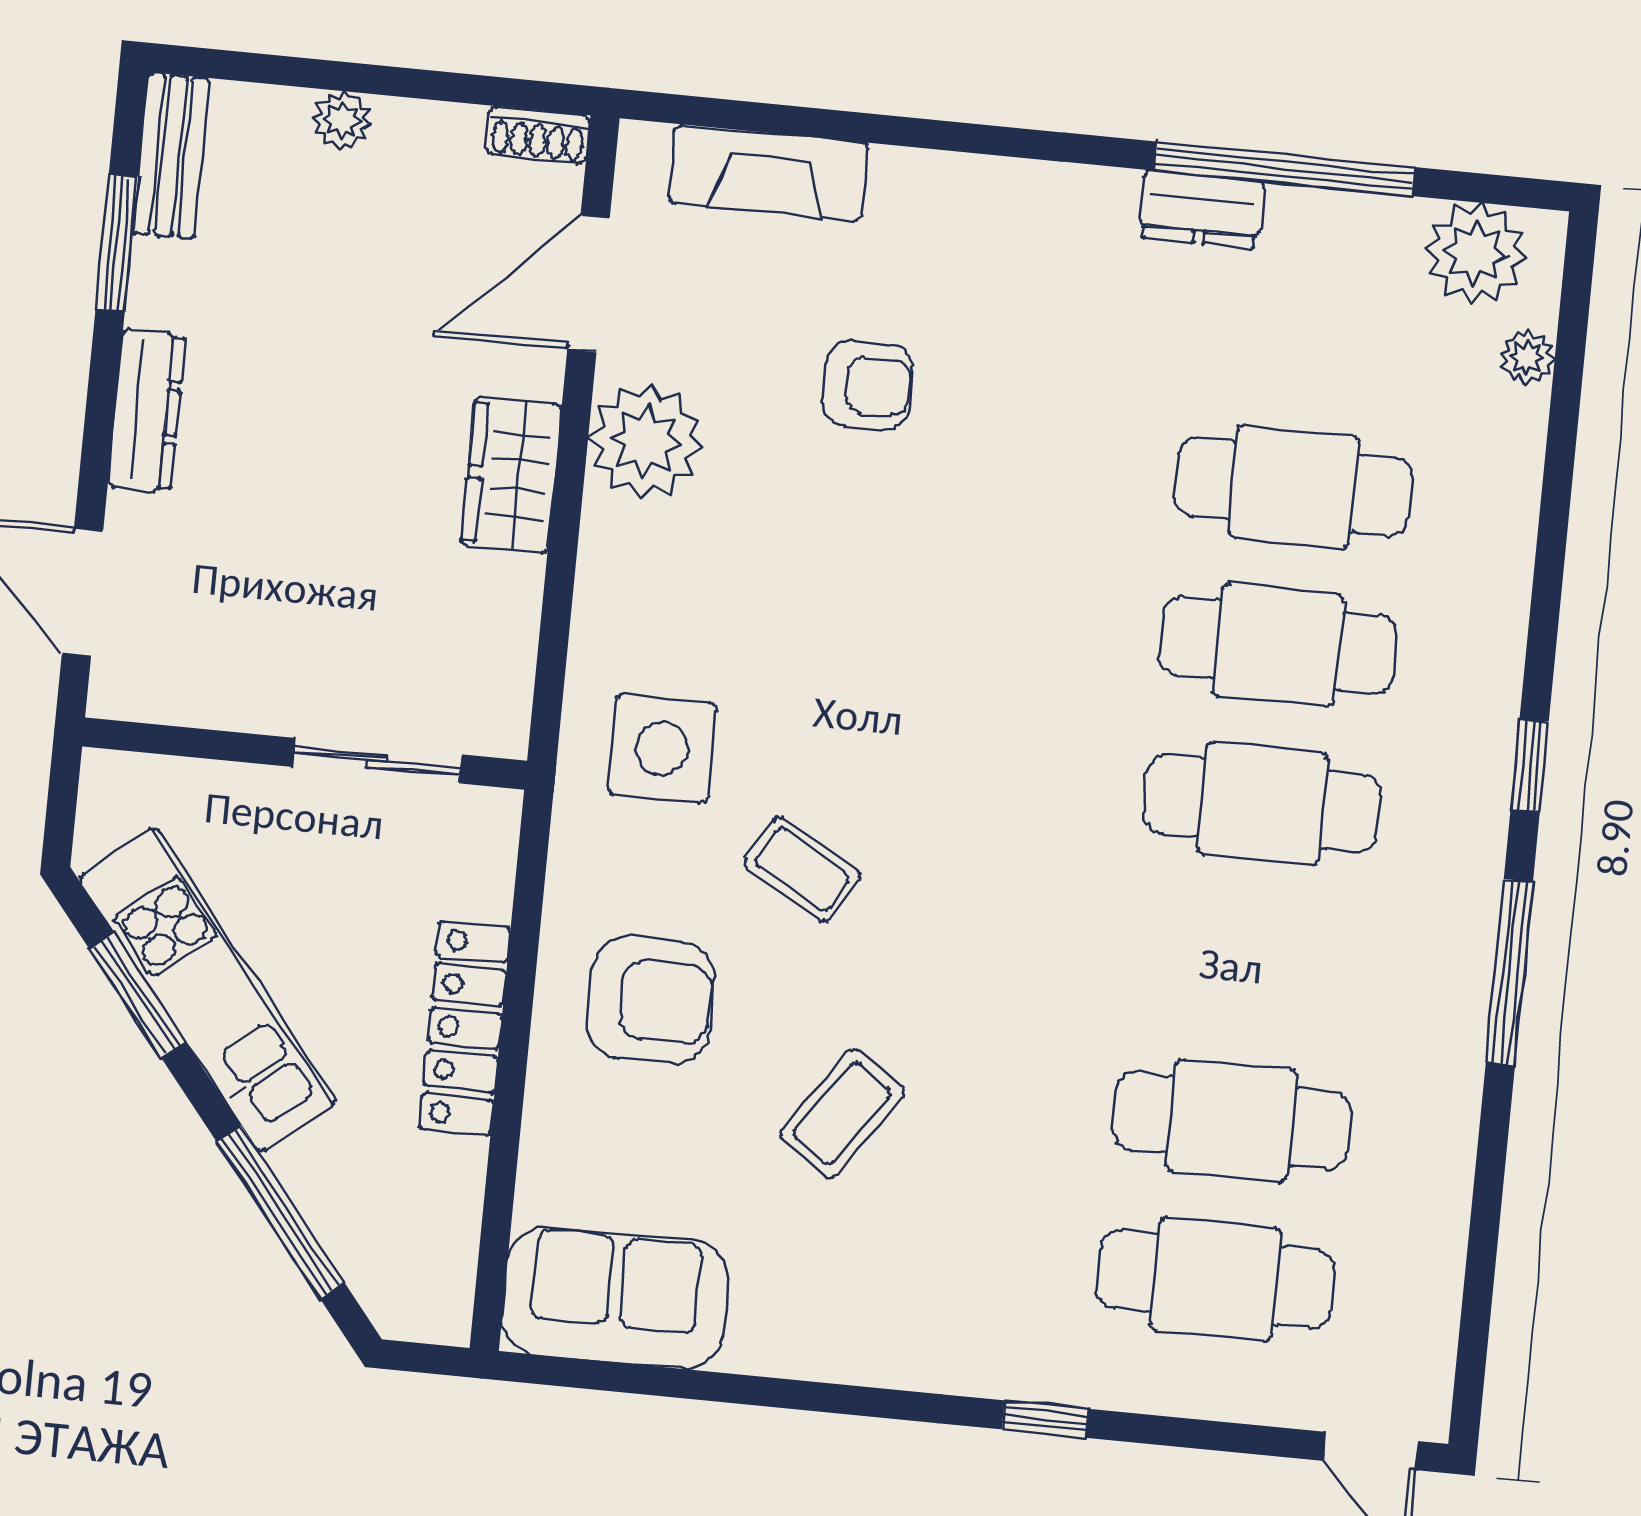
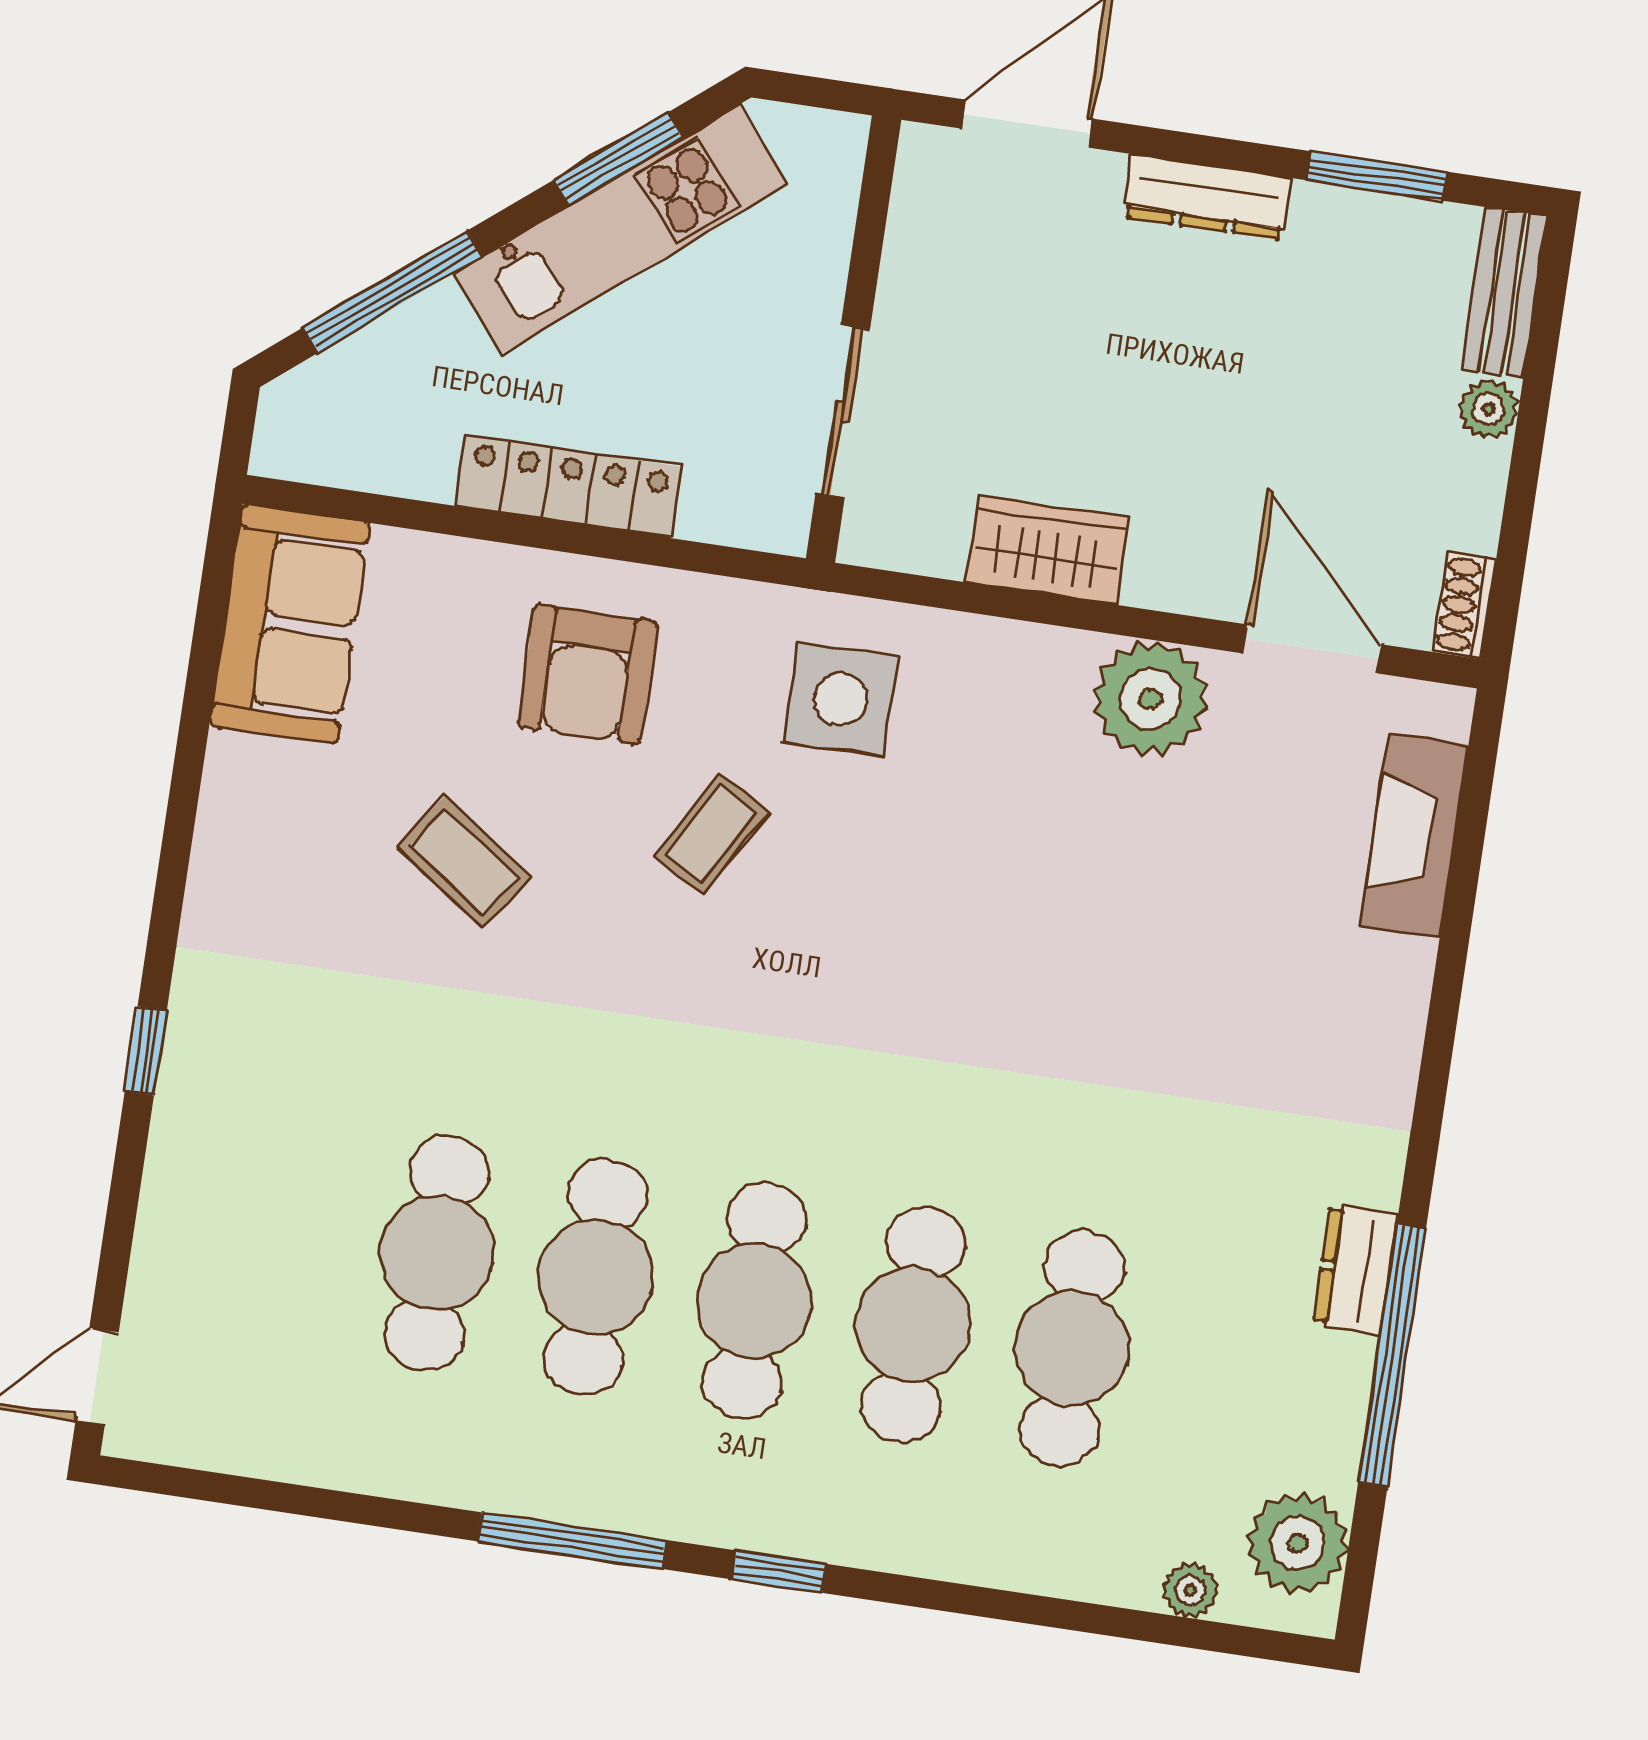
bench: (171, 156) -> (1505, 293), moved, turned 90
armchair: (868, 385) -> (1196, 925), removed
wardrobe: (511, 475) -> (1047, 550), moved
cafe table: (1216, 1279) -> (596, 1277), moved

